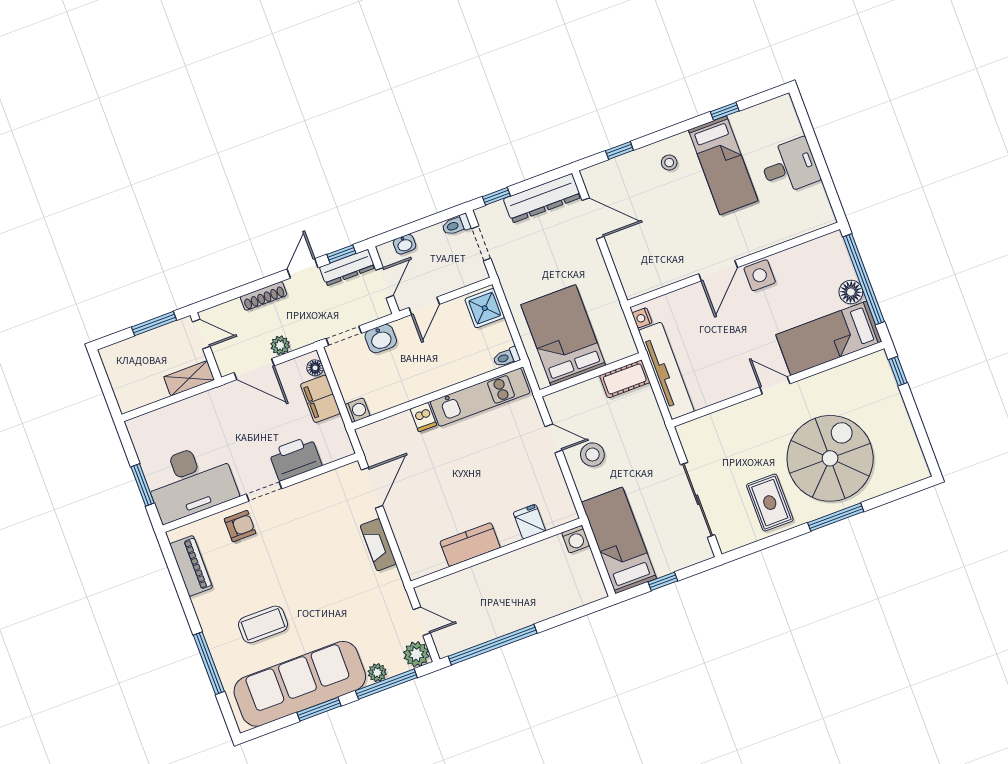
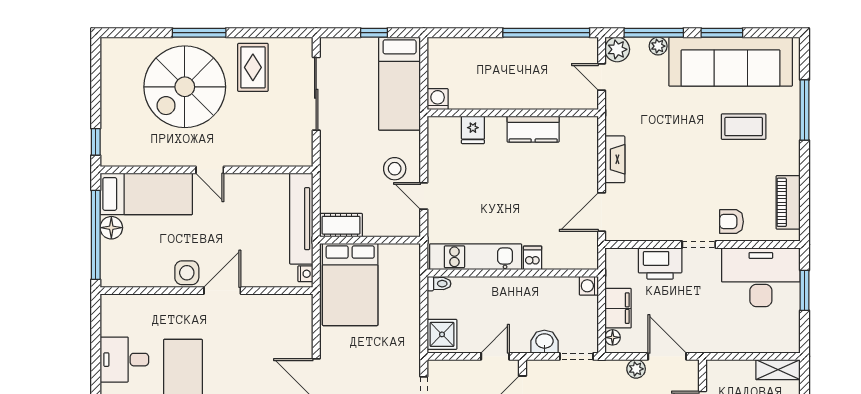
bed: (563, 335) -> (350, 284), moved
shelving: (189, 378) -> (778, 370), moved

